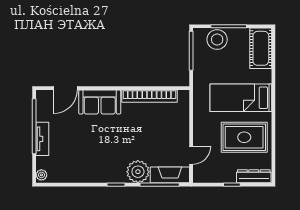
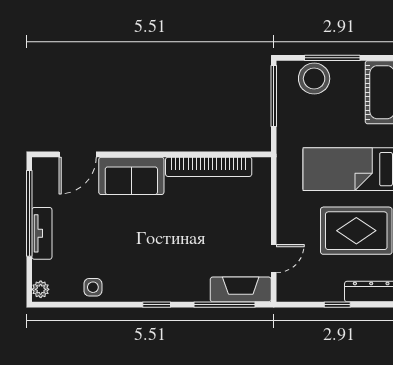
plant: (138, 172) -> (191, 284), removed
side table: (75, 174) -> (93, 287), added

